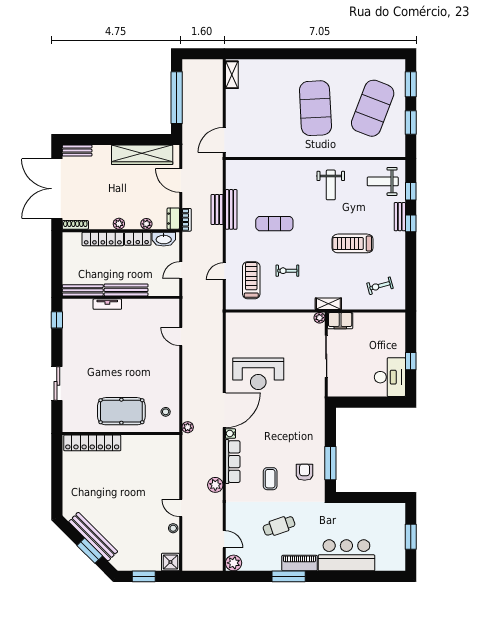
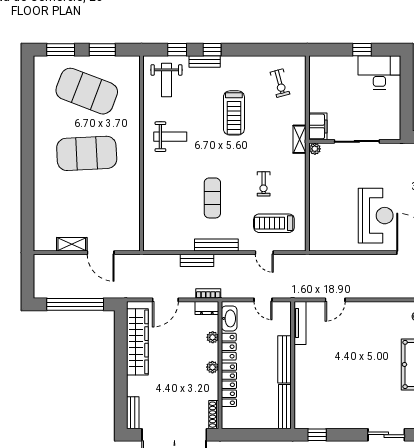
shelving: (232, 75) -> (72, 244), moved
door: (224, 140) -> (101, 253), moved
bench: (231, 209) -> (216, 245), moved
tv unit: (107, 304) -> (300, 323), moved, width x1.41

